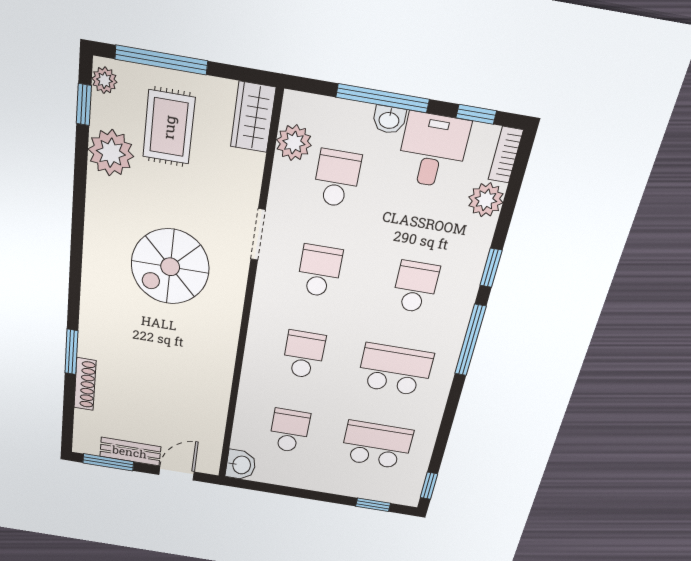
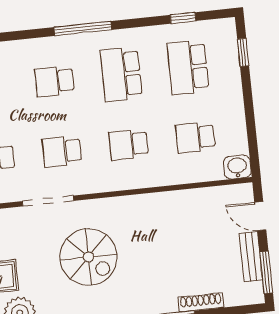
doorway: (258, 235) -> (48, 201), width x1.38
window: (491, 268) -> (26, 34), removed
window: (429, 486) -> (183, 18), moved

